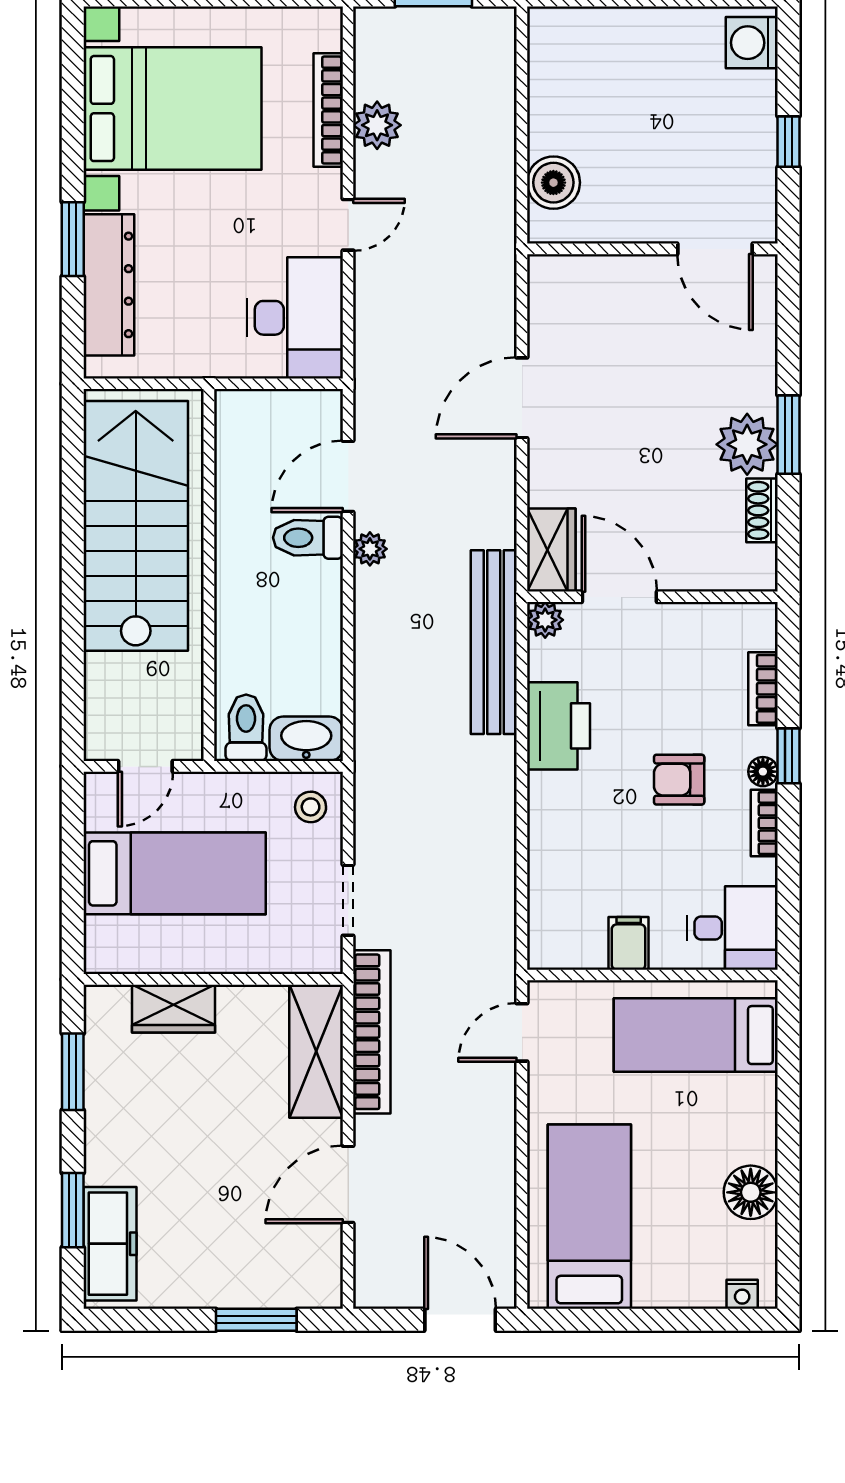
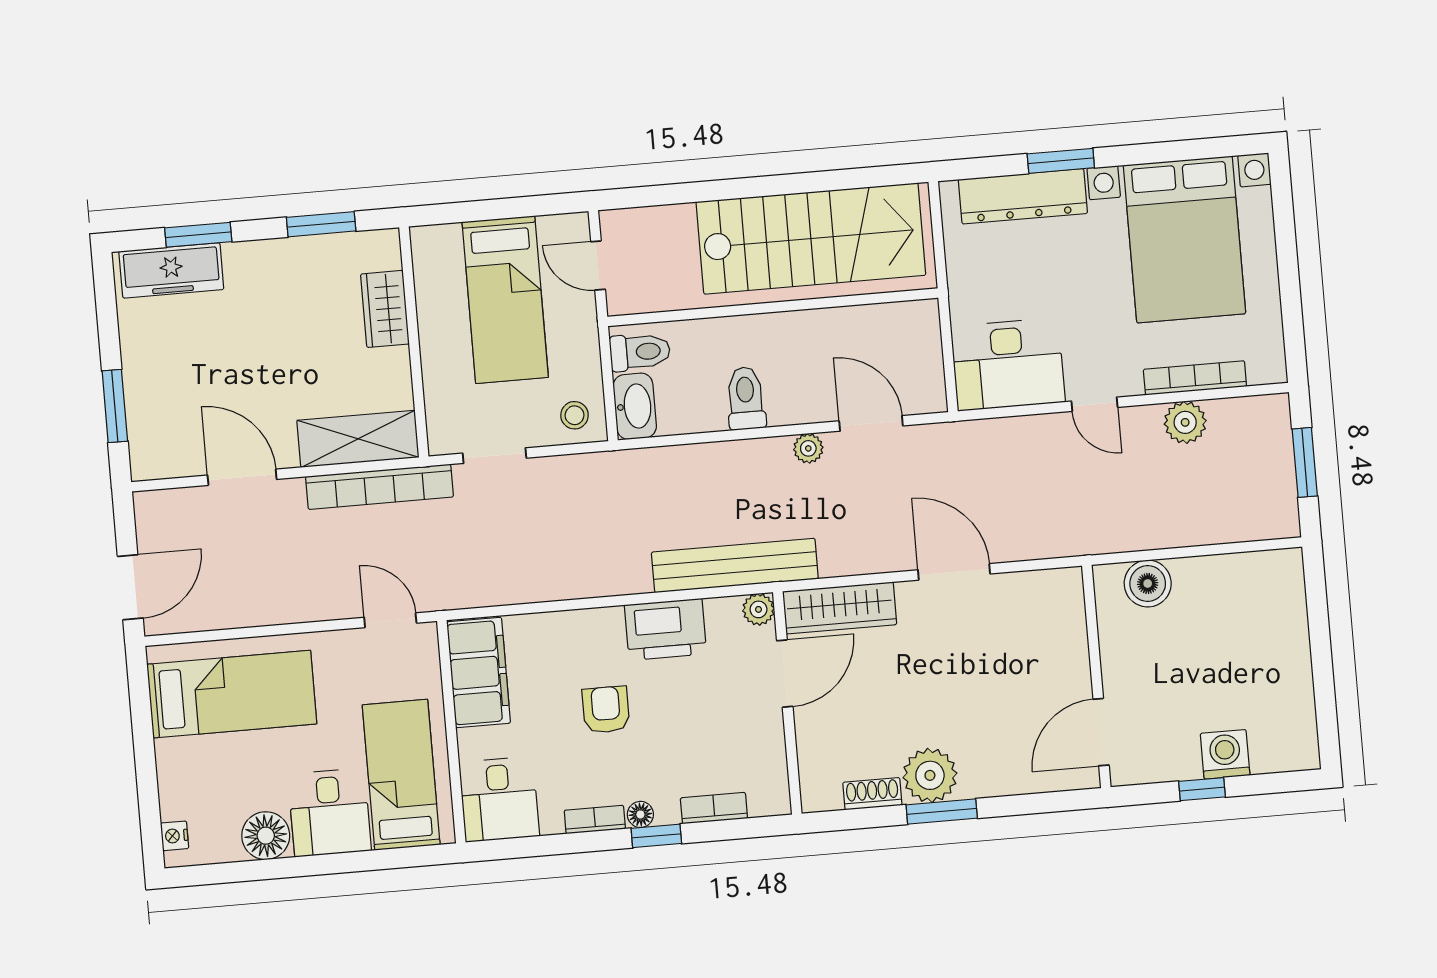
washing machine: (752, 43) -> (1225, 754), moved
toilet: (308, 538) -> (746, 398), moved
wardrobe: (551, 550) -> (840, 608), width x1.50
armchair: (679, 780) -> (606, 710), moved
filing cabinet: (629, 943) -> (478, 672), width x3.00, depth x1.17
desk: (731, 1119) -> (330, 812), added

